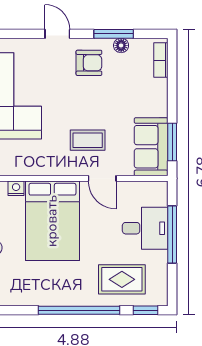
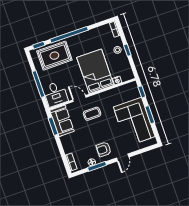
door: (57, 34) -> (123, 158), hinge flipped
desk: (145, 228) -> (55, 94), moved, turned -90
rug: (122, 279) -> (54, 56), width x1.36, depth x1.43

